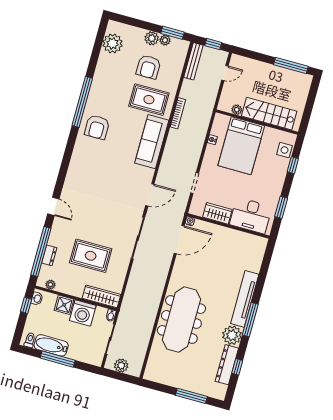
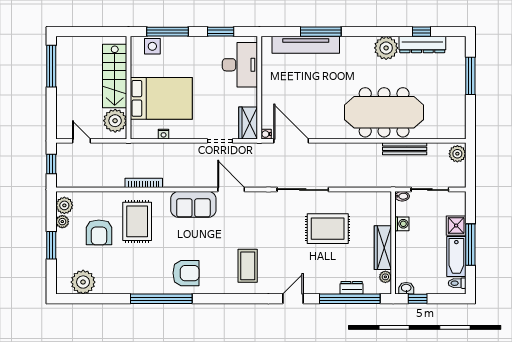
window: (173, 33) -> (51, 245), moved
plant: (152, 38) -> (64, 205), moved
bench: (193, 61) -> (405, 149), moved
armchair: (148, 67) -> (99, 232), turned 90
plant: (237, 110) -> (115, 121), width x1.87, depth x1.87
sofa: (152, 142) -> (193, 204), width x0.73
window: (293, 165) -> (167, 32), width x2.17
coffee table: (89, 178) -> (248, 266), added
door: (150, 195) -> (231, 190), moved
wardrobe: (217, 213) -> (248, 123), moved
rug: (91, 256) -> (328, 229), moved, turned 90
wardrobe: (101, 296) -> (383, 248), moved
tv unit: (245, 299) -> (306, 45), moved
shower: (64, 305) -> (456, 226), moved
washing machine: (83, 313) -> (402, 224), width x0.53, depth x0.53
window: (250, 320) -> (321, 32), moved
plant: (121, 366) -> (457, 154), moved

